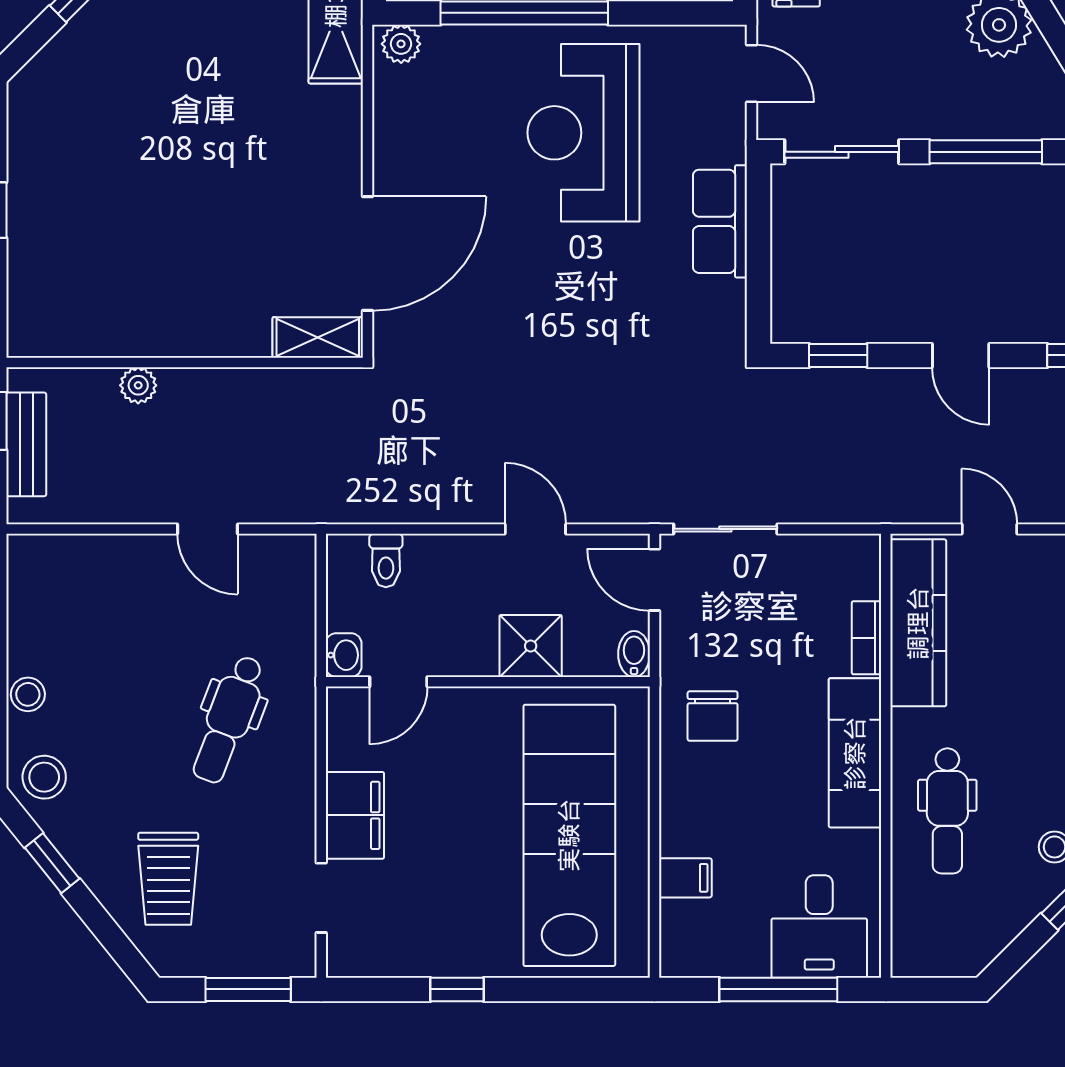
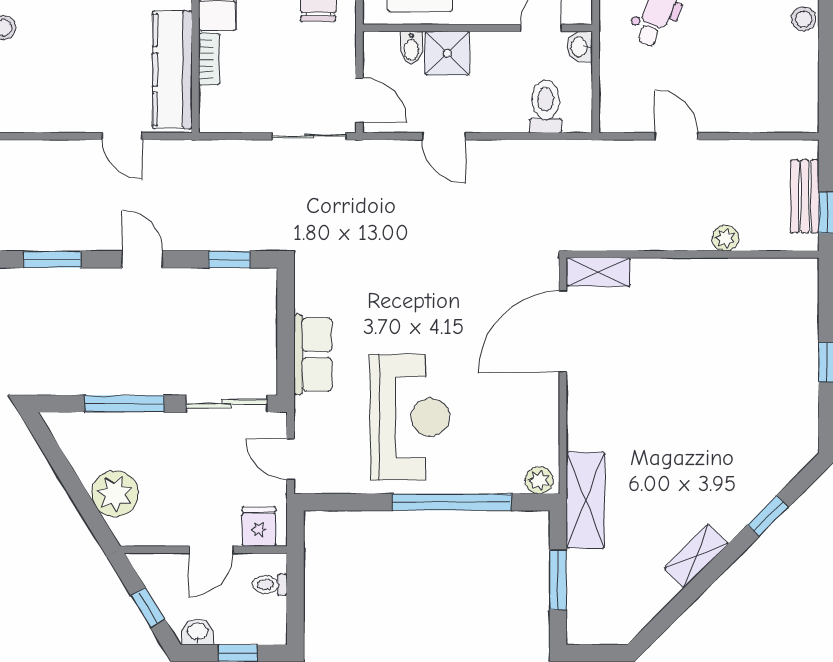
toilet: (386, 560) -> (545, 107), width x1.37, depth x1.39
bidet: (634, 654) -> (411, 48), moved

